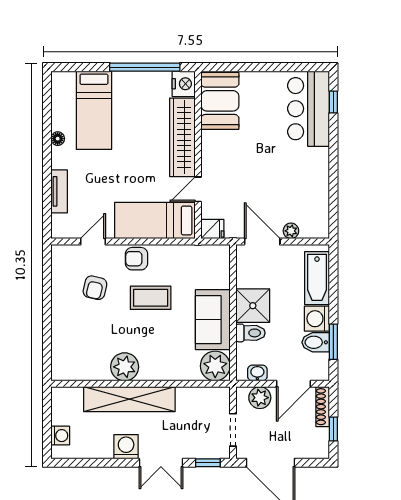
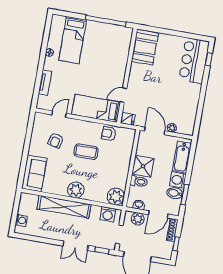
nightstand: (184, 84) -> (126, 34), removed
wardrobe: (182, 137) -> (120, 64), removed
armchair: (136, 259) -> (109, 134), moved
sofa: (213, 320) -> (34, 173), moved, turned 180
plant: (125, 367) -> (76, 190), moved
washing machine: (126, 447) -> (108, 214), moved, turned 180

